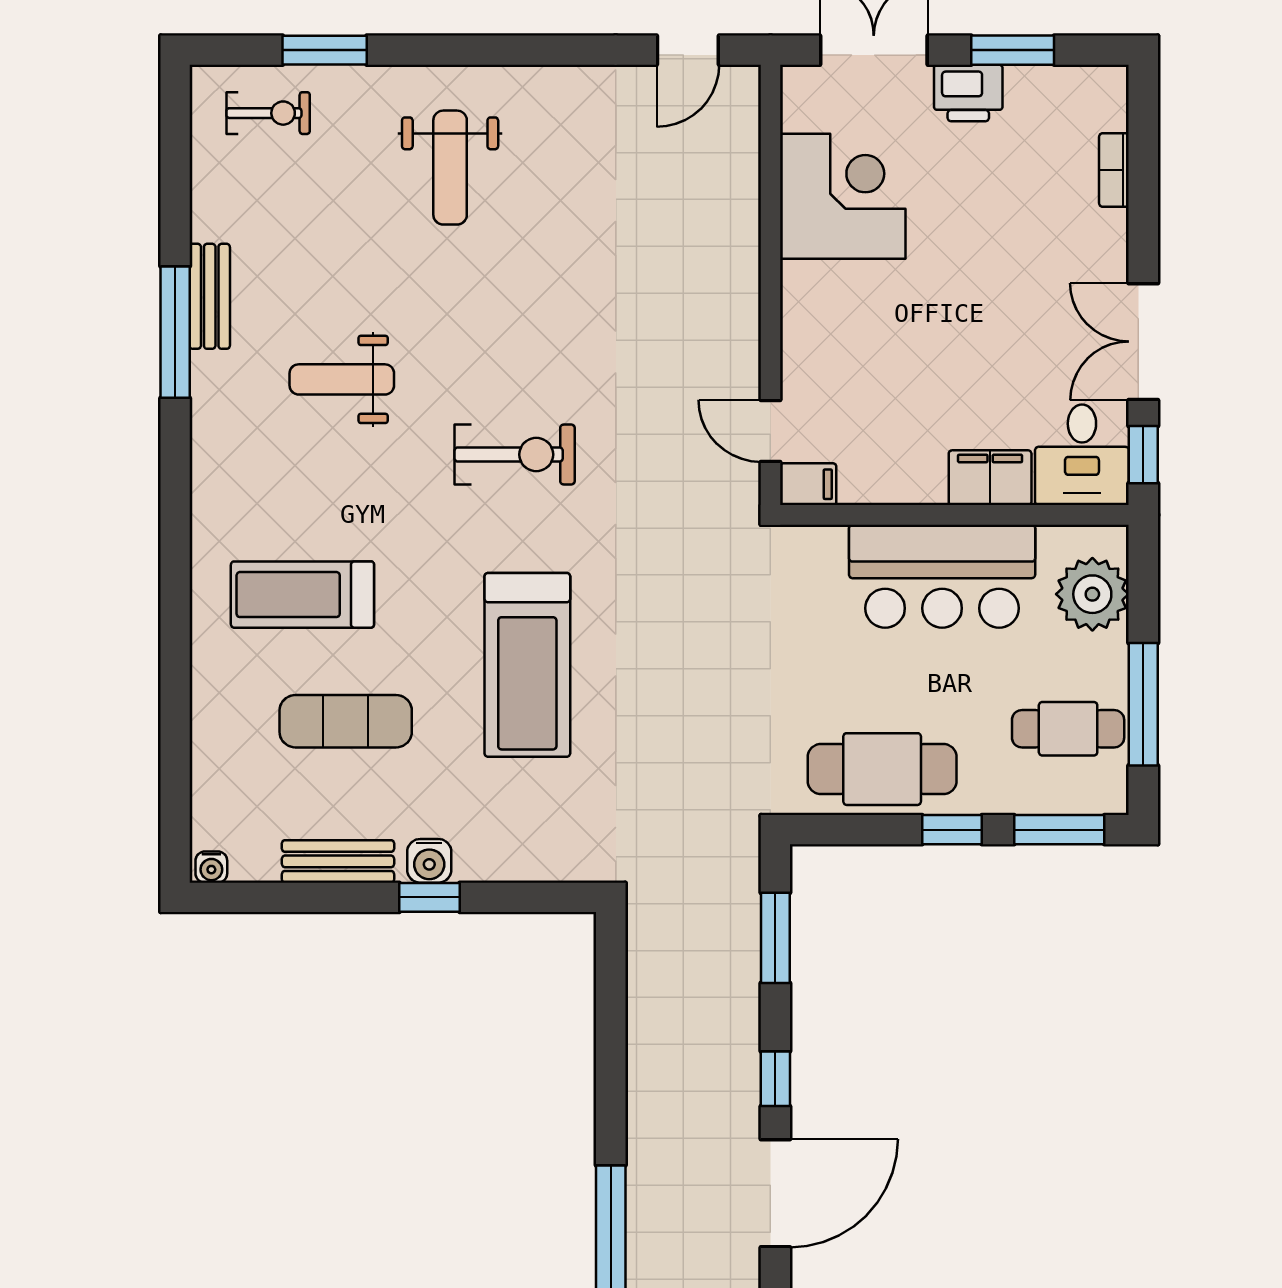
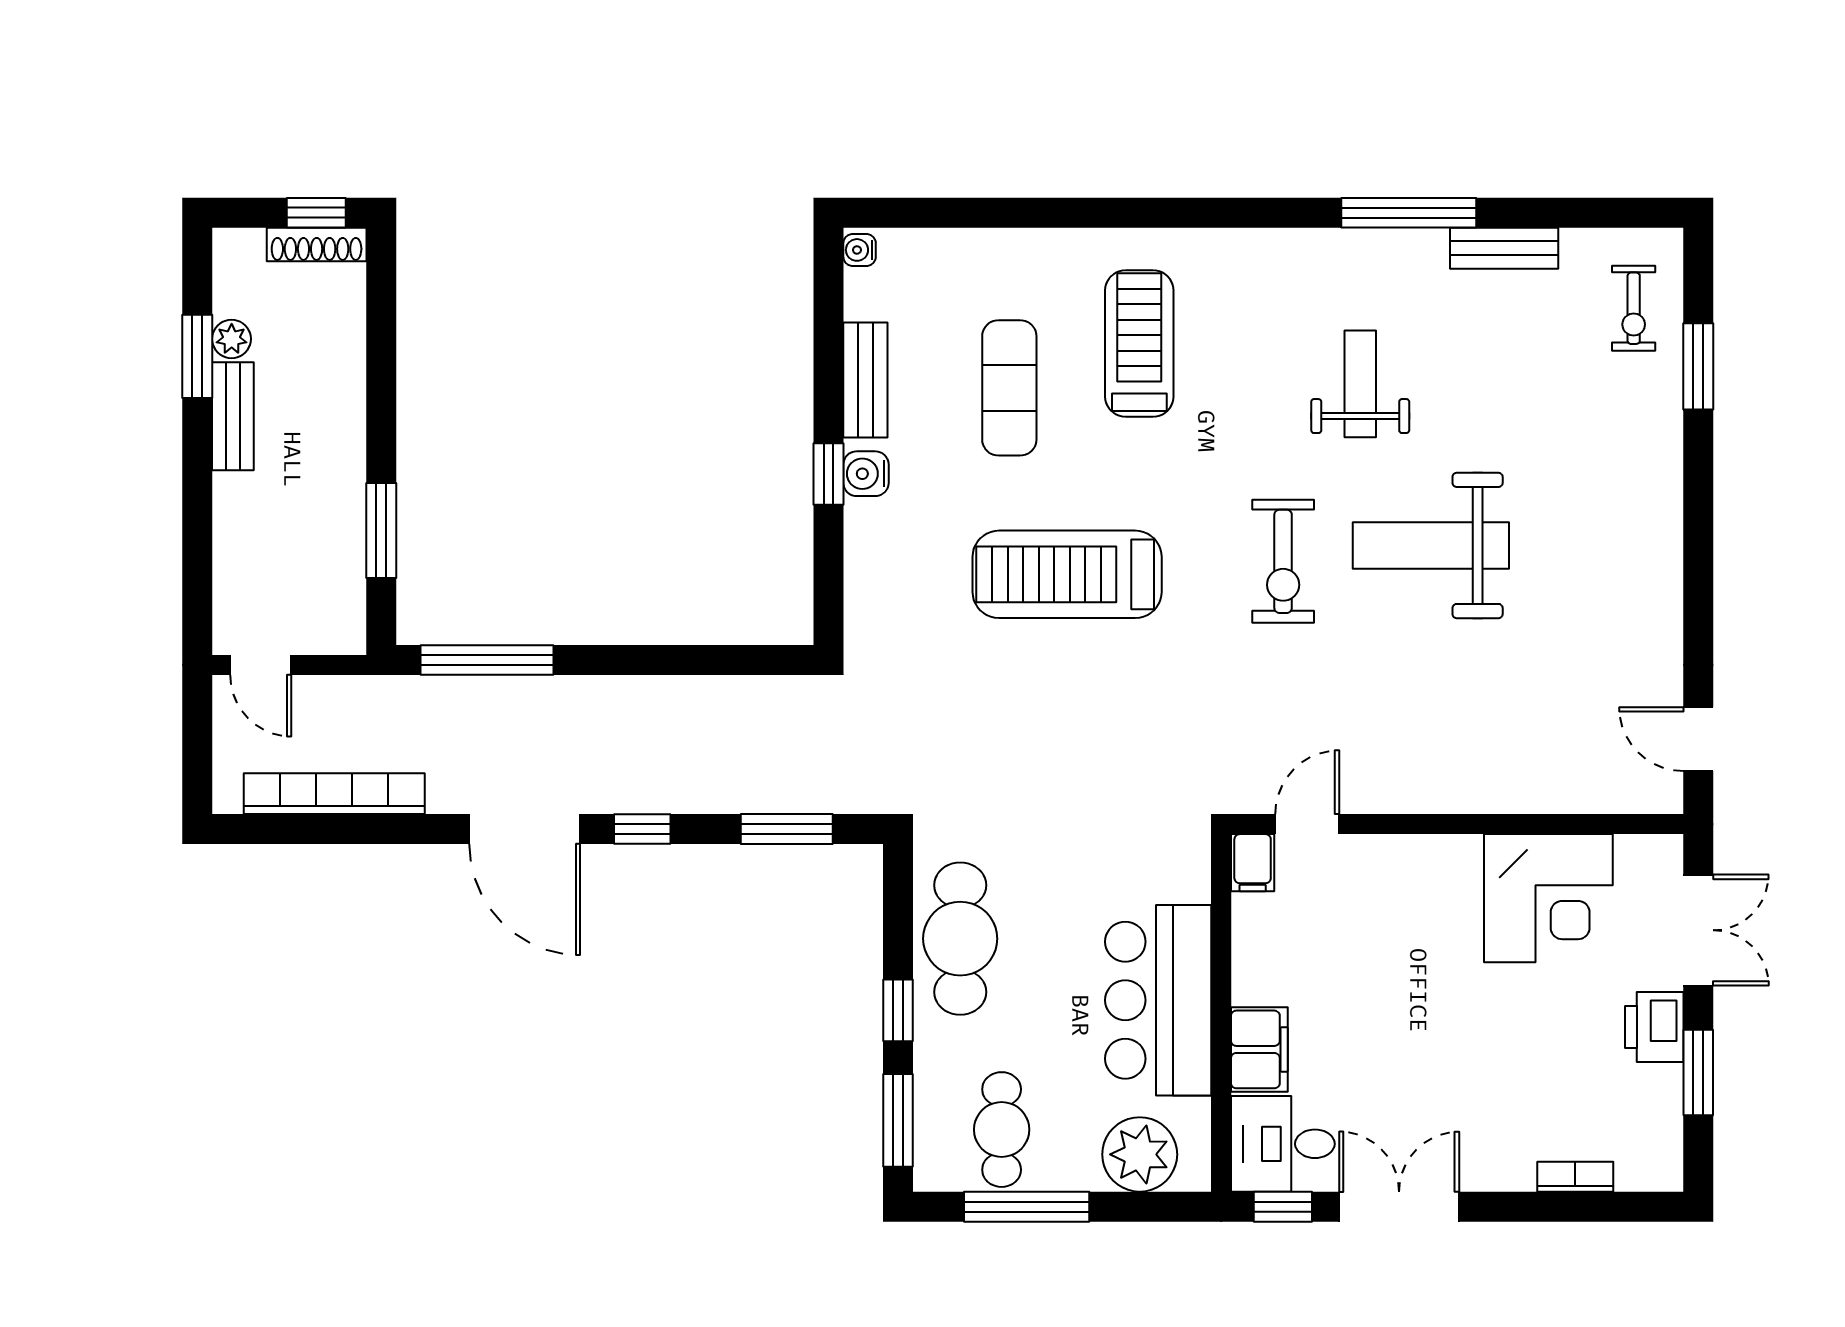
weight bench: (450, 168) -> (1431, 545), moved, width x1.36, depth x1.33
bench: (210, 296) -> (1504, 248), moved

